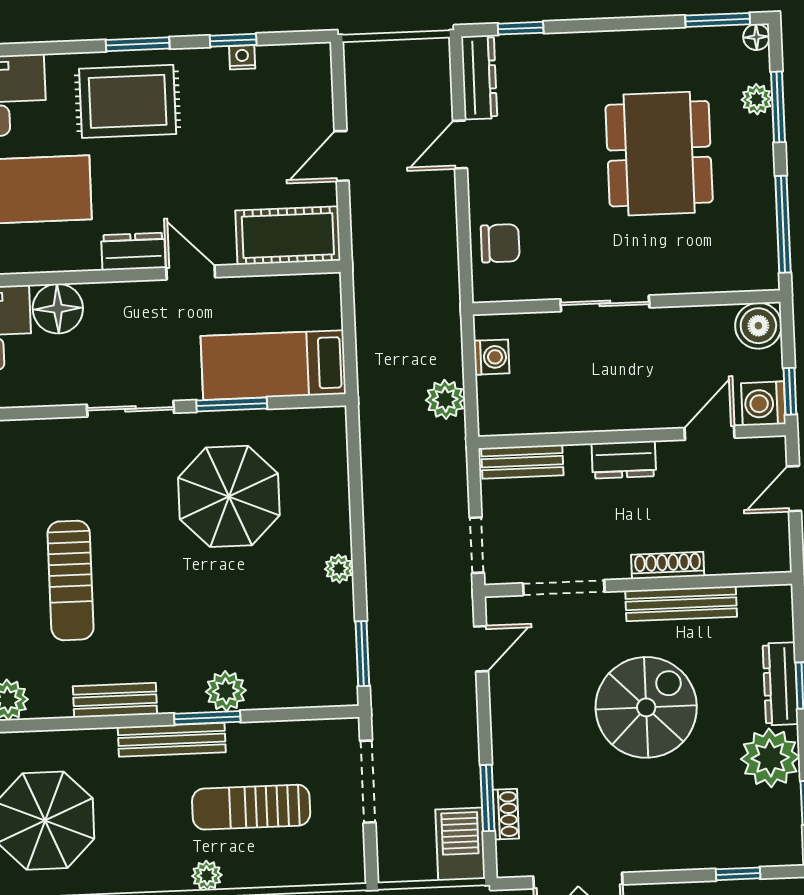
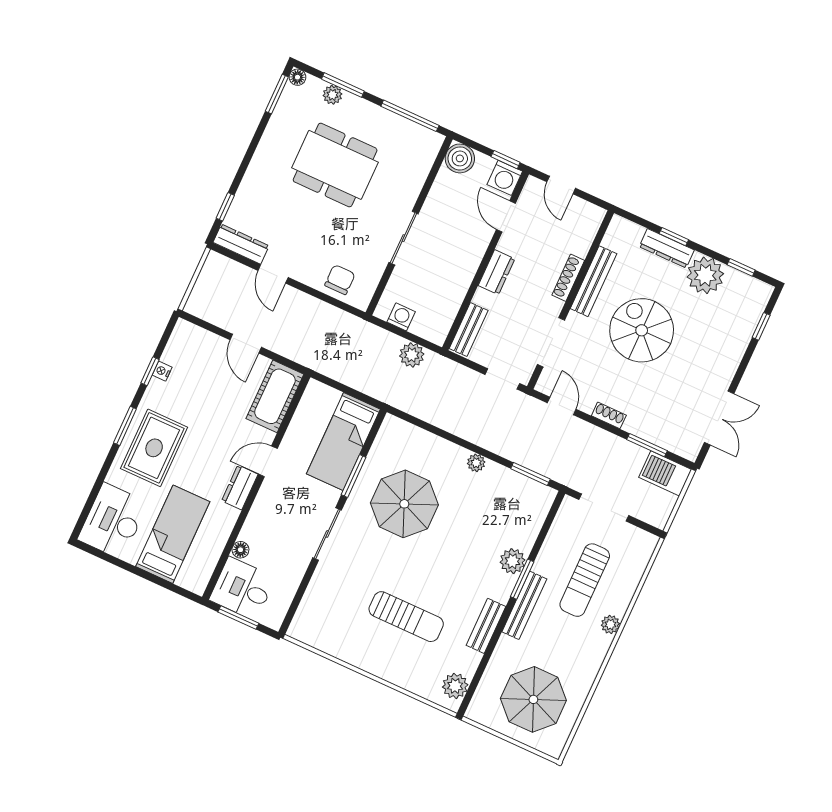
floor lamp: (58, 309) -> (240, 550), width x0.53, depth x0.53
shoe rack: (506, 814) -> (609, 415), moved

